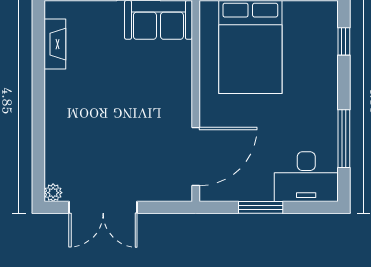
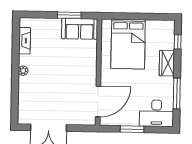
wardrobe: (324, 82) -> (167, 63), added
plant: (53, 193) -> (23, 71), moved

